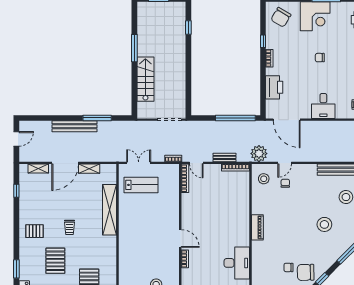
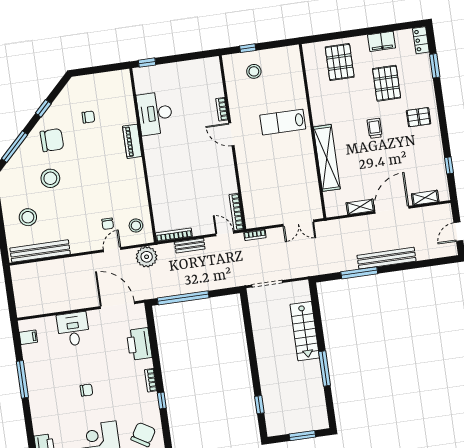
lab bench: (141, 185) -> (283, 122), moved
piano: (257, 227) -> (132, 141), moved
chair: (306, 272) -> (52, 140), moved

